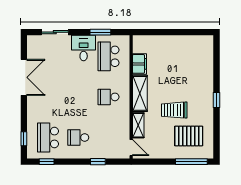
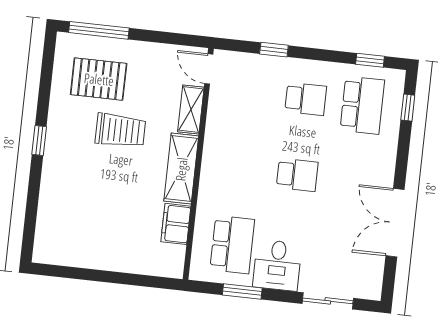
school desk: (109, 97) -> (297, 175), moved

